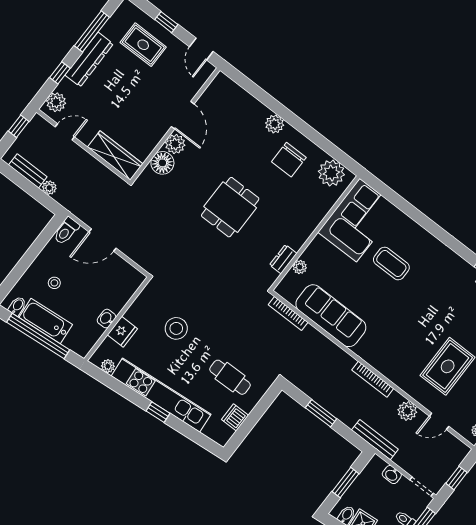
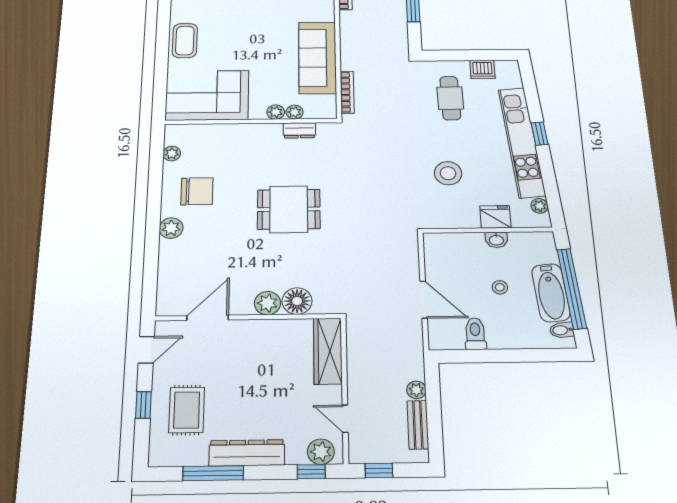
window: (60, 73) -> (311, 472), moved
door: (183, 115) -> (208, 318), moved
plant: (331, 173) -> (172, 153), width x0.53, depth x0.53
toilet: (66, 231) -> (475, 334), moved, turned -90
plant: (309, 255) -> (276, 112), added
coffee table: (391, 263) -> (185, 41), moved
stool: (54, 283) -> (500, 287), moved

